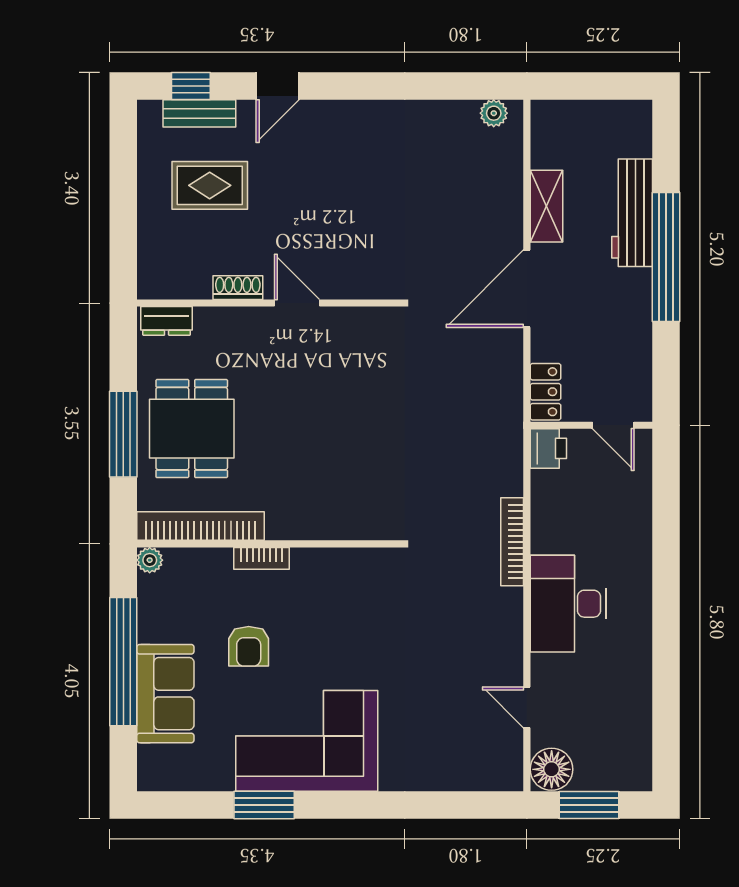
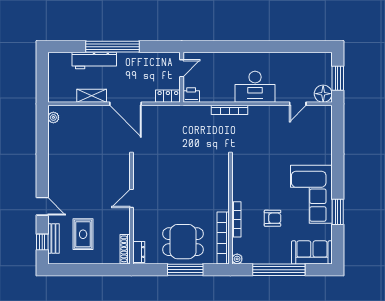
shoe rack: (238, 288) -> (125, 249), moved, width x1.43
bookcase: (262, 558) -> (236, 219), width x1.56
sofa: (165, 694) -> (312, 252), moved

